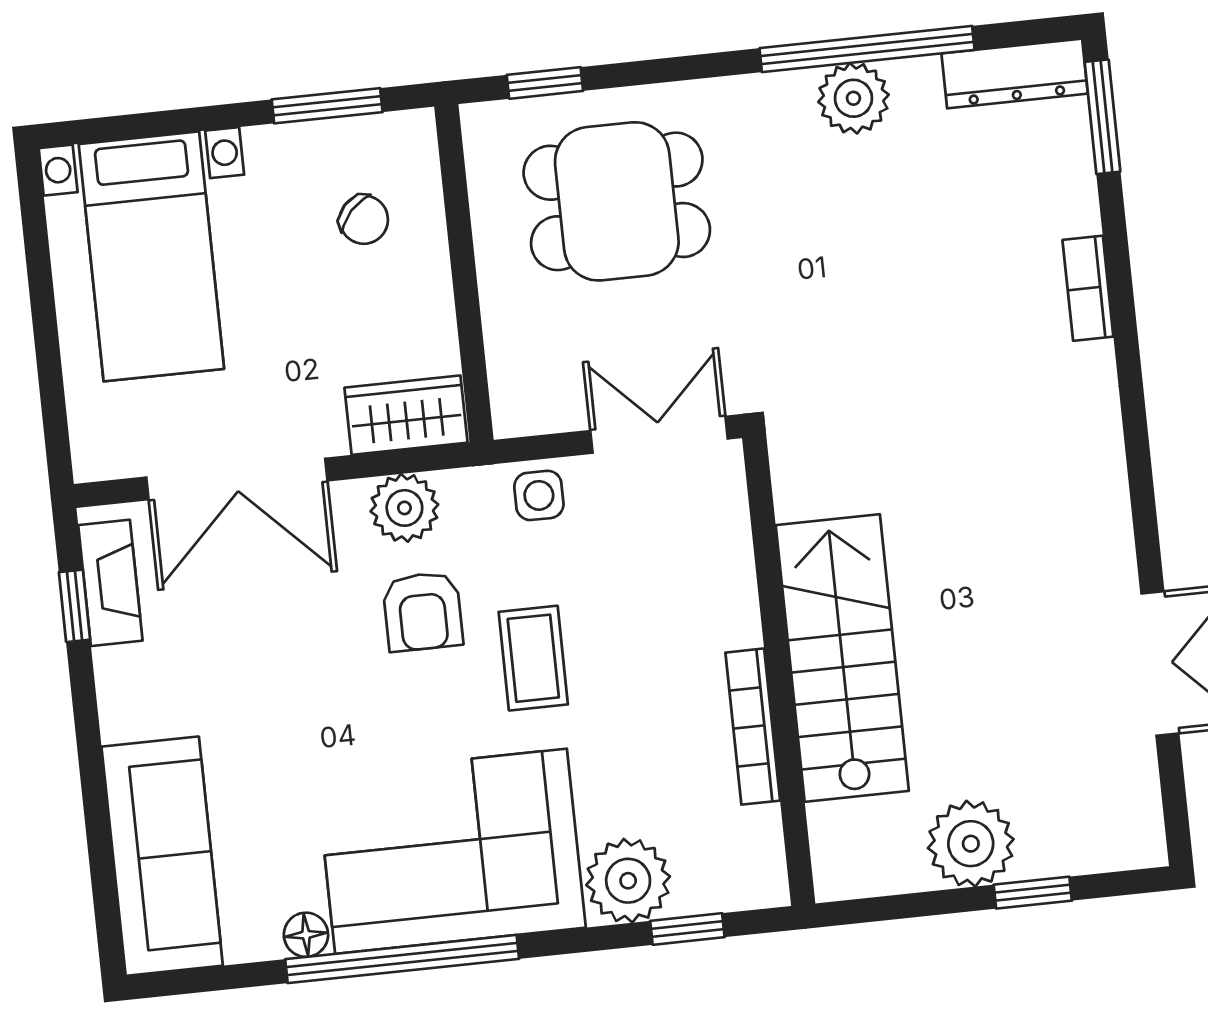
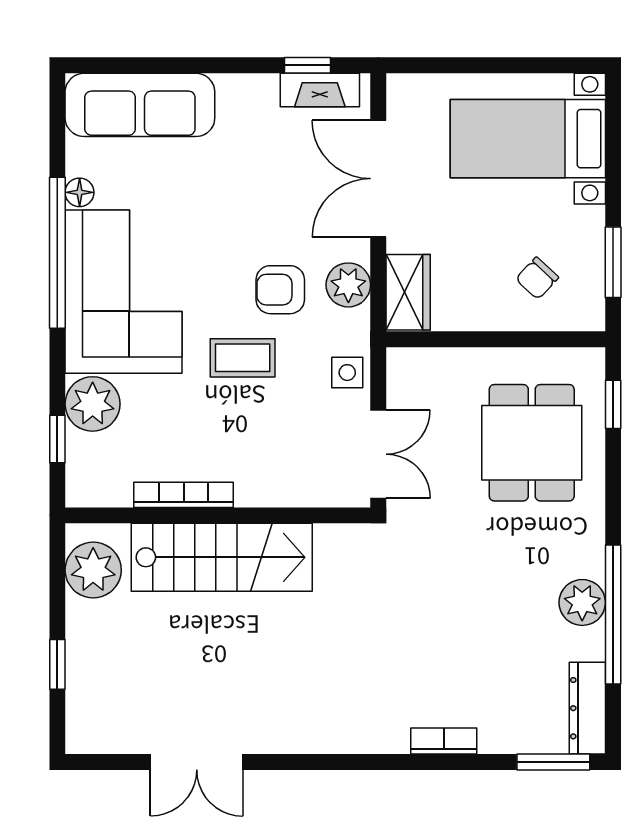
plant: (971, 844) -> (93, 570), moved

